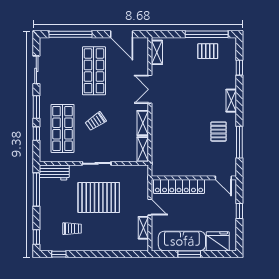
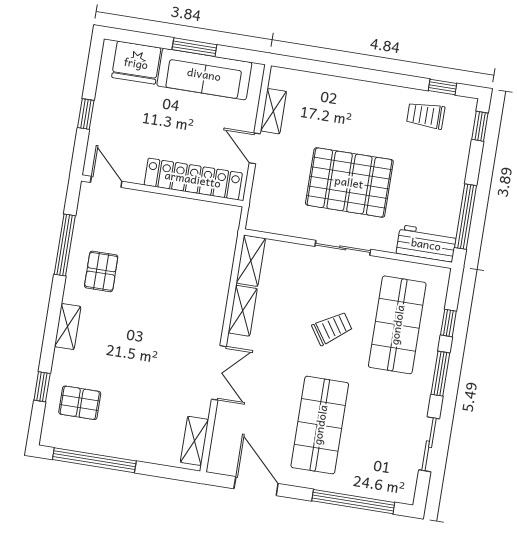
pallet: (208, 51) -> (80, 403), moved
trolley: (72, 229) -> (426, 115), moved

